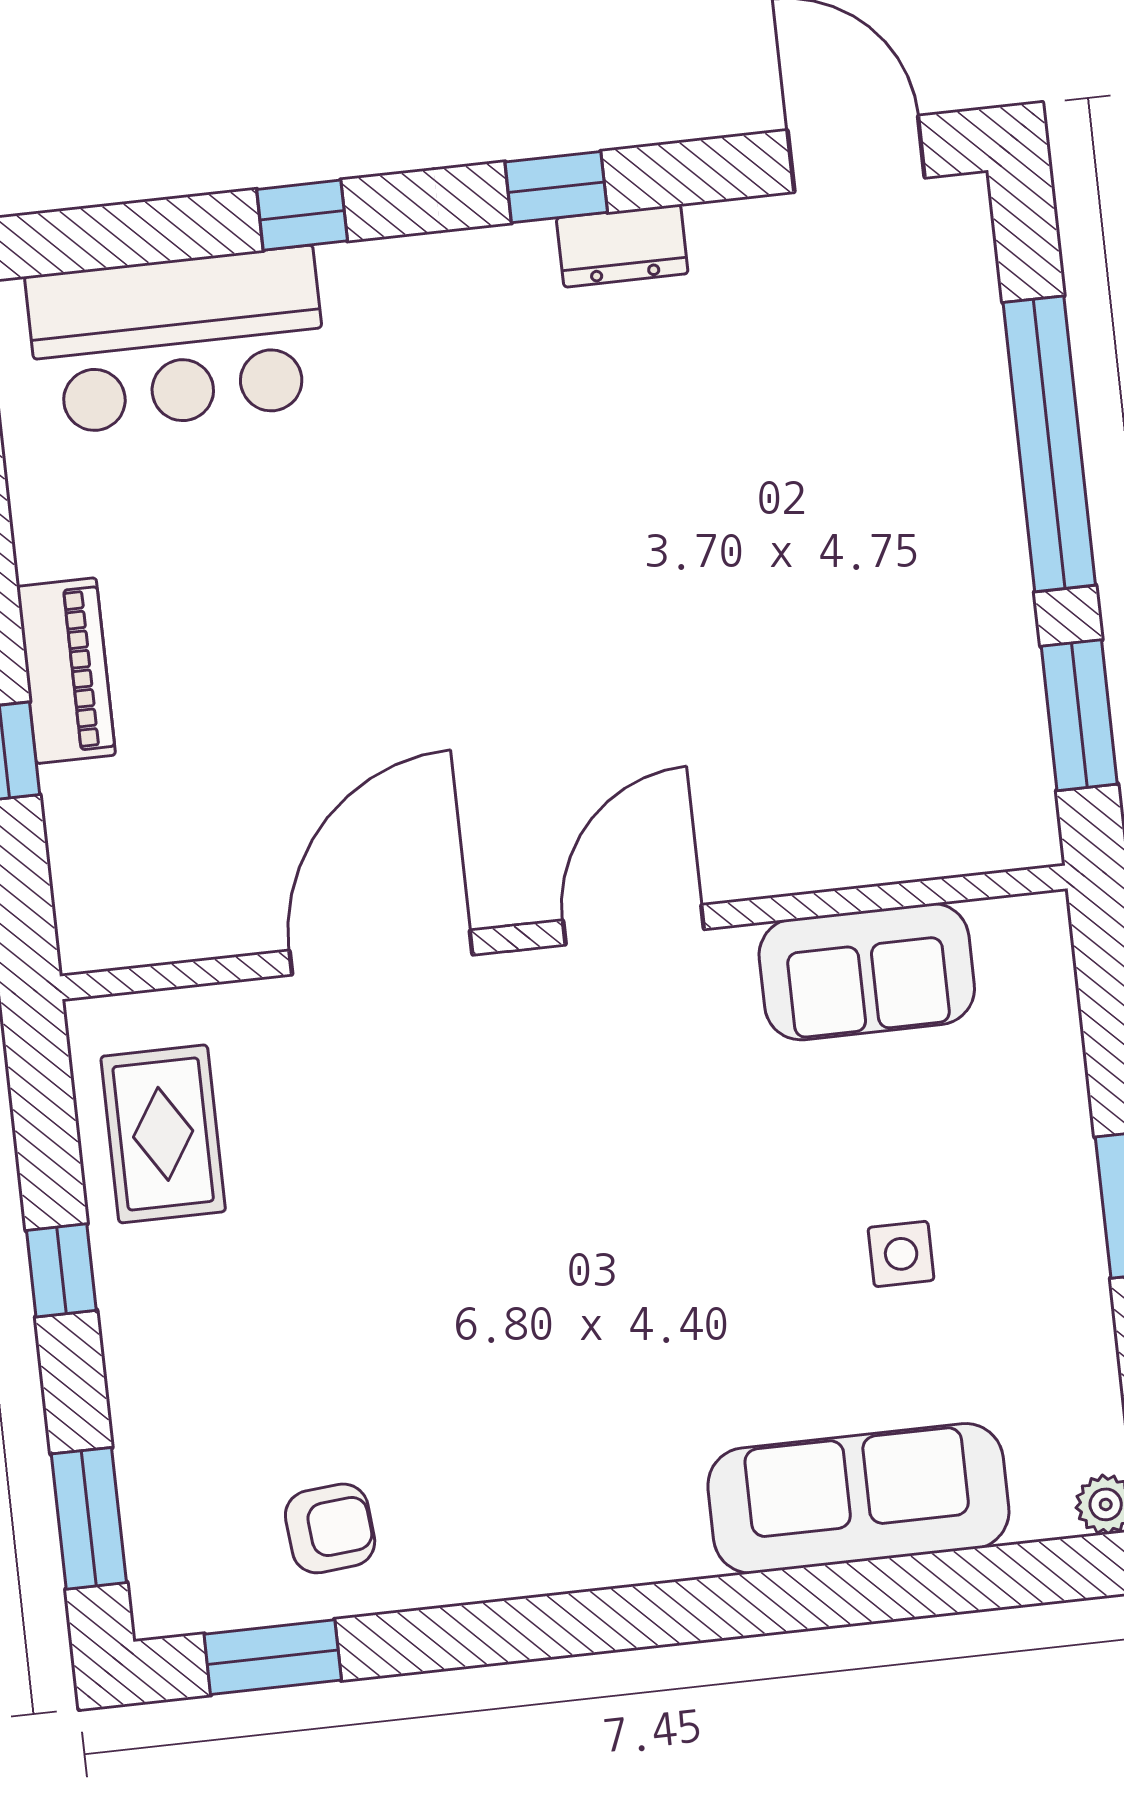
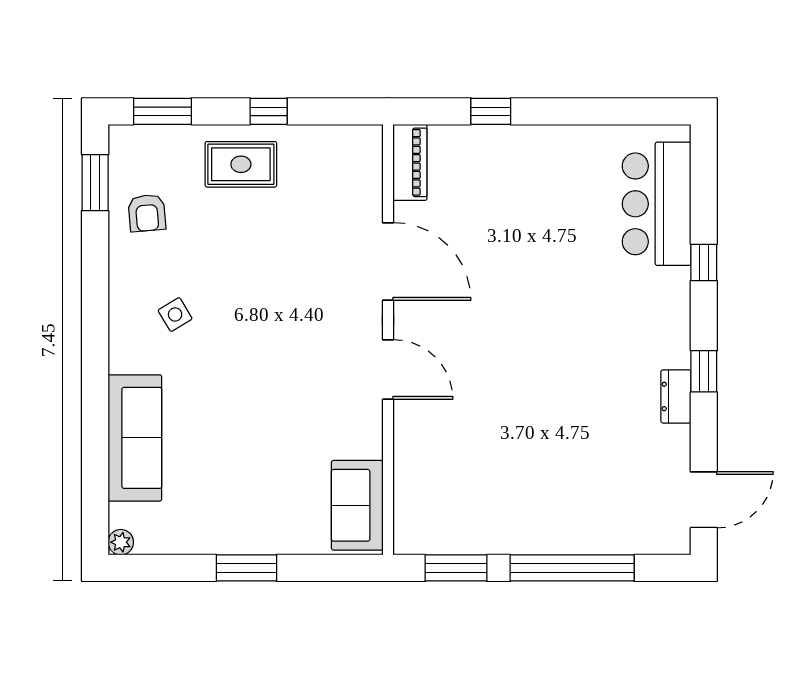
piano: (66, 671) -> (410, 162), moved, turned -90
sofa: (867, 972) -> (357, 505), moved
rug: (163, 1134) -> (241, 164), moved
side table: (901, 1254) -> (175, 314), moved, turned -31

